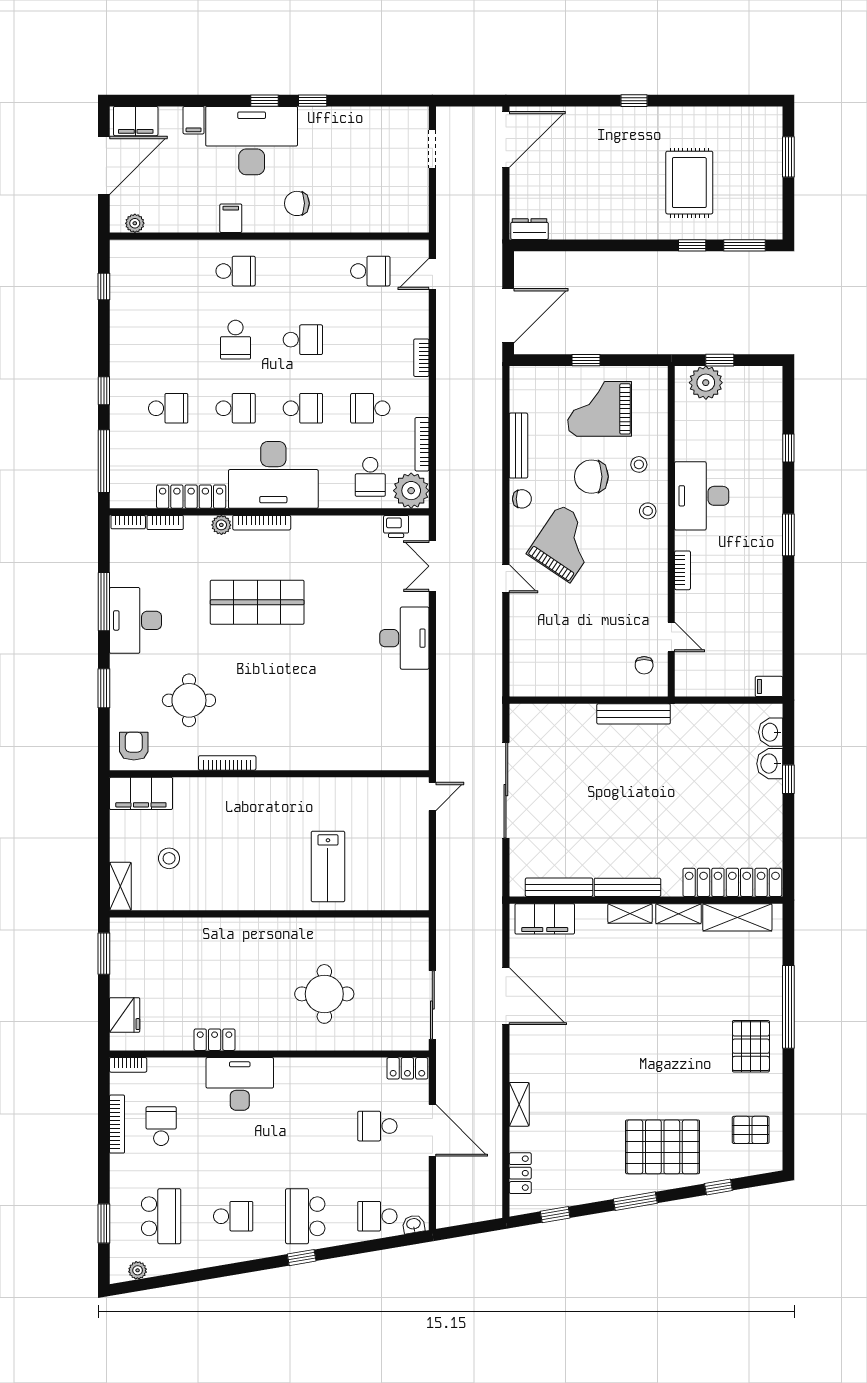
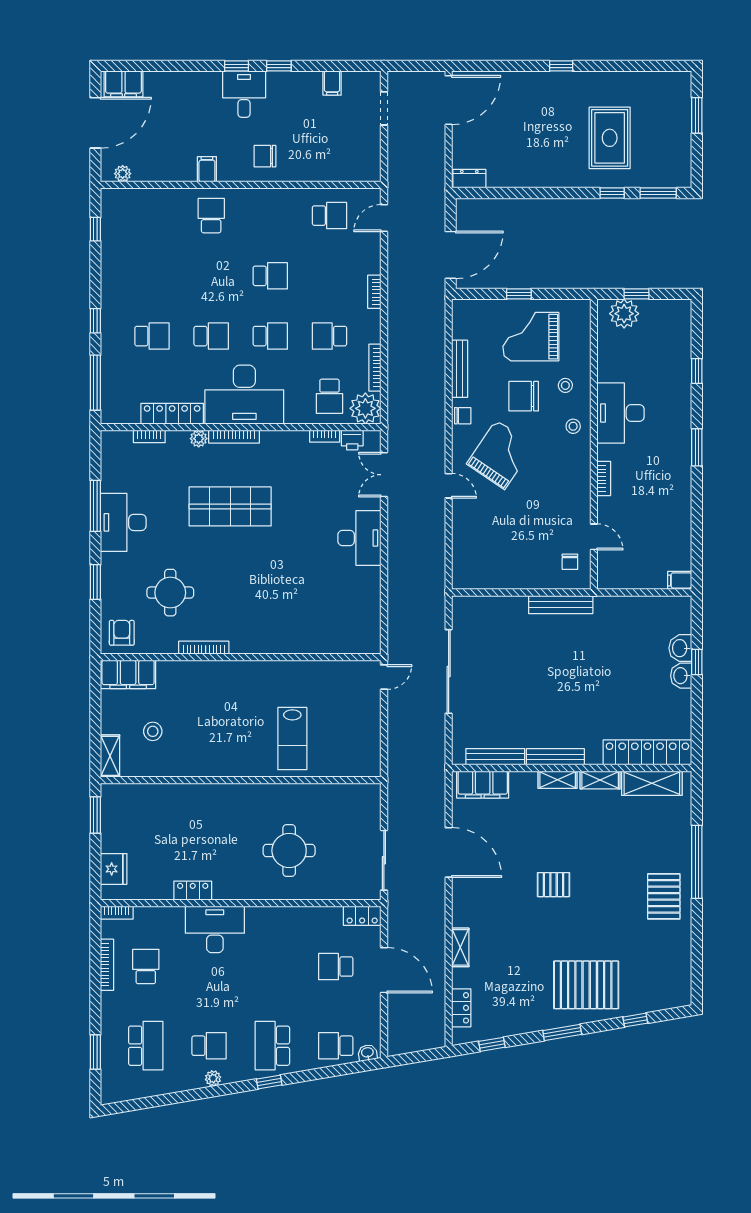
filing cabinet: (194, 120) -> (332, 83), moved
desk: (252, 141) -> (244, 94), width x0.53, depth x0.77
school desk: (236, 271) -> (211, 216), turned -90
school desk: (236, 340) -> (211, 276), removed
bookcase: (128, 522) -> (325, 436), moved
washbasin: (771, 732) -> (681, 676), moved
pallet: (751, 1130) -> (554, 885), moved
plant: (138, 1270) -> (213, 1078), moved

